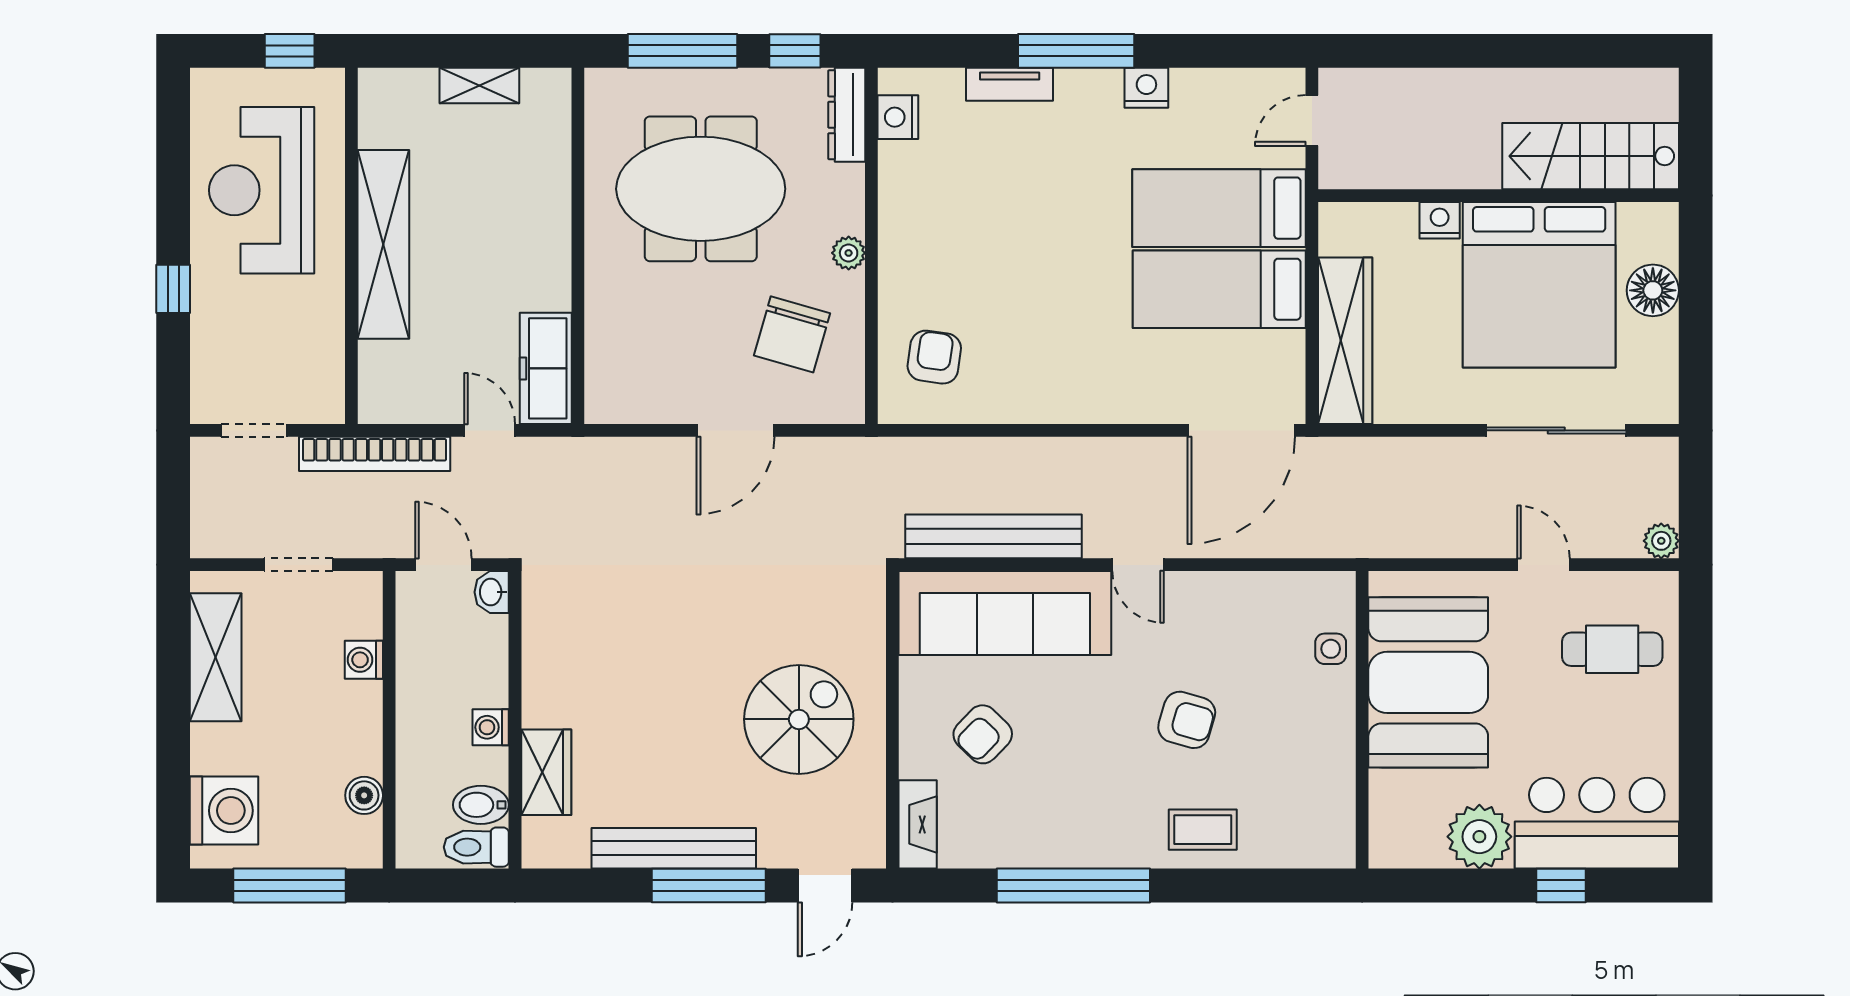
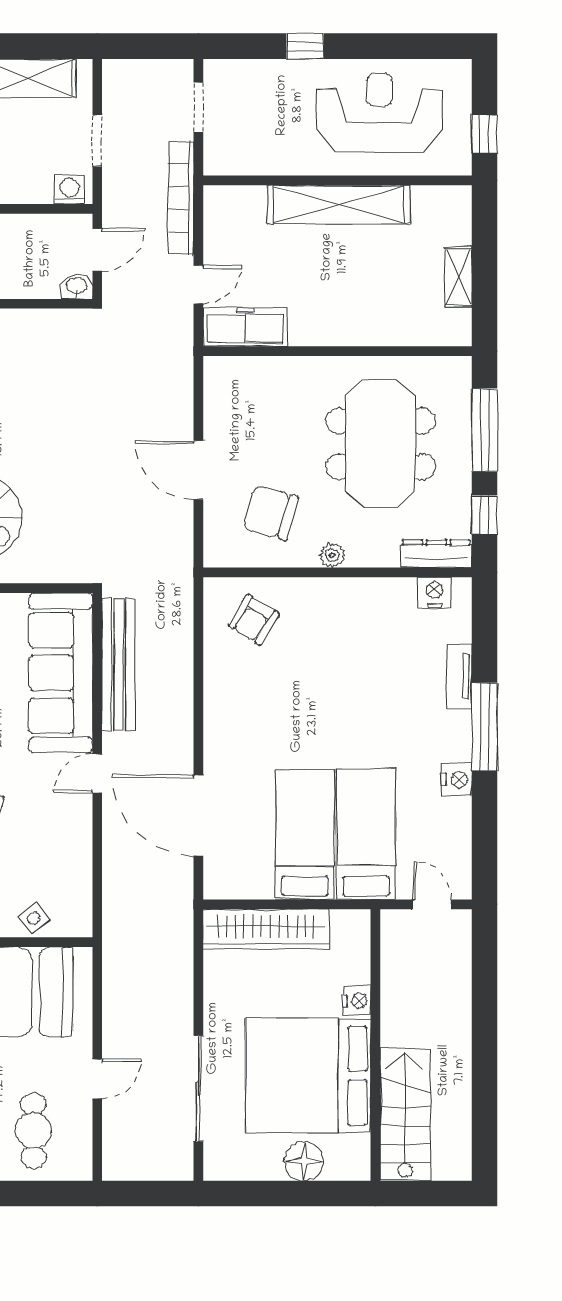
armchair: (934, 357) -> (254, 620), turned 114
door: (1241, 430) -> (198, 815), moved
plant: (1661, 541) -> (115, 1168), removed
side table: (1331, 649) -> (34, 919), turned -38
washing machine: (364, 660) -> (69, 190), moved

